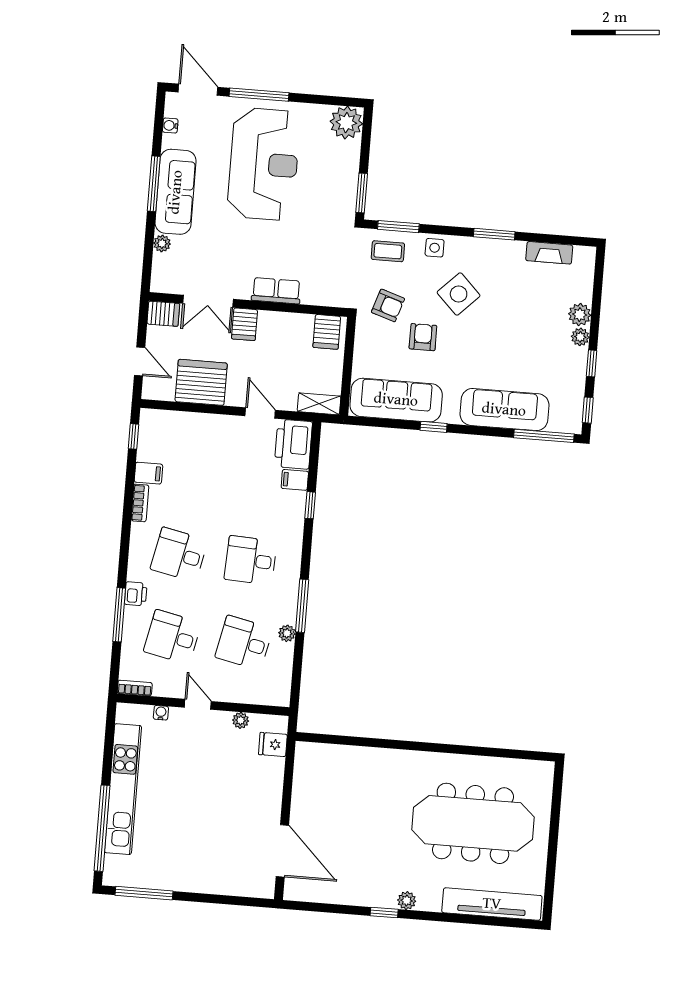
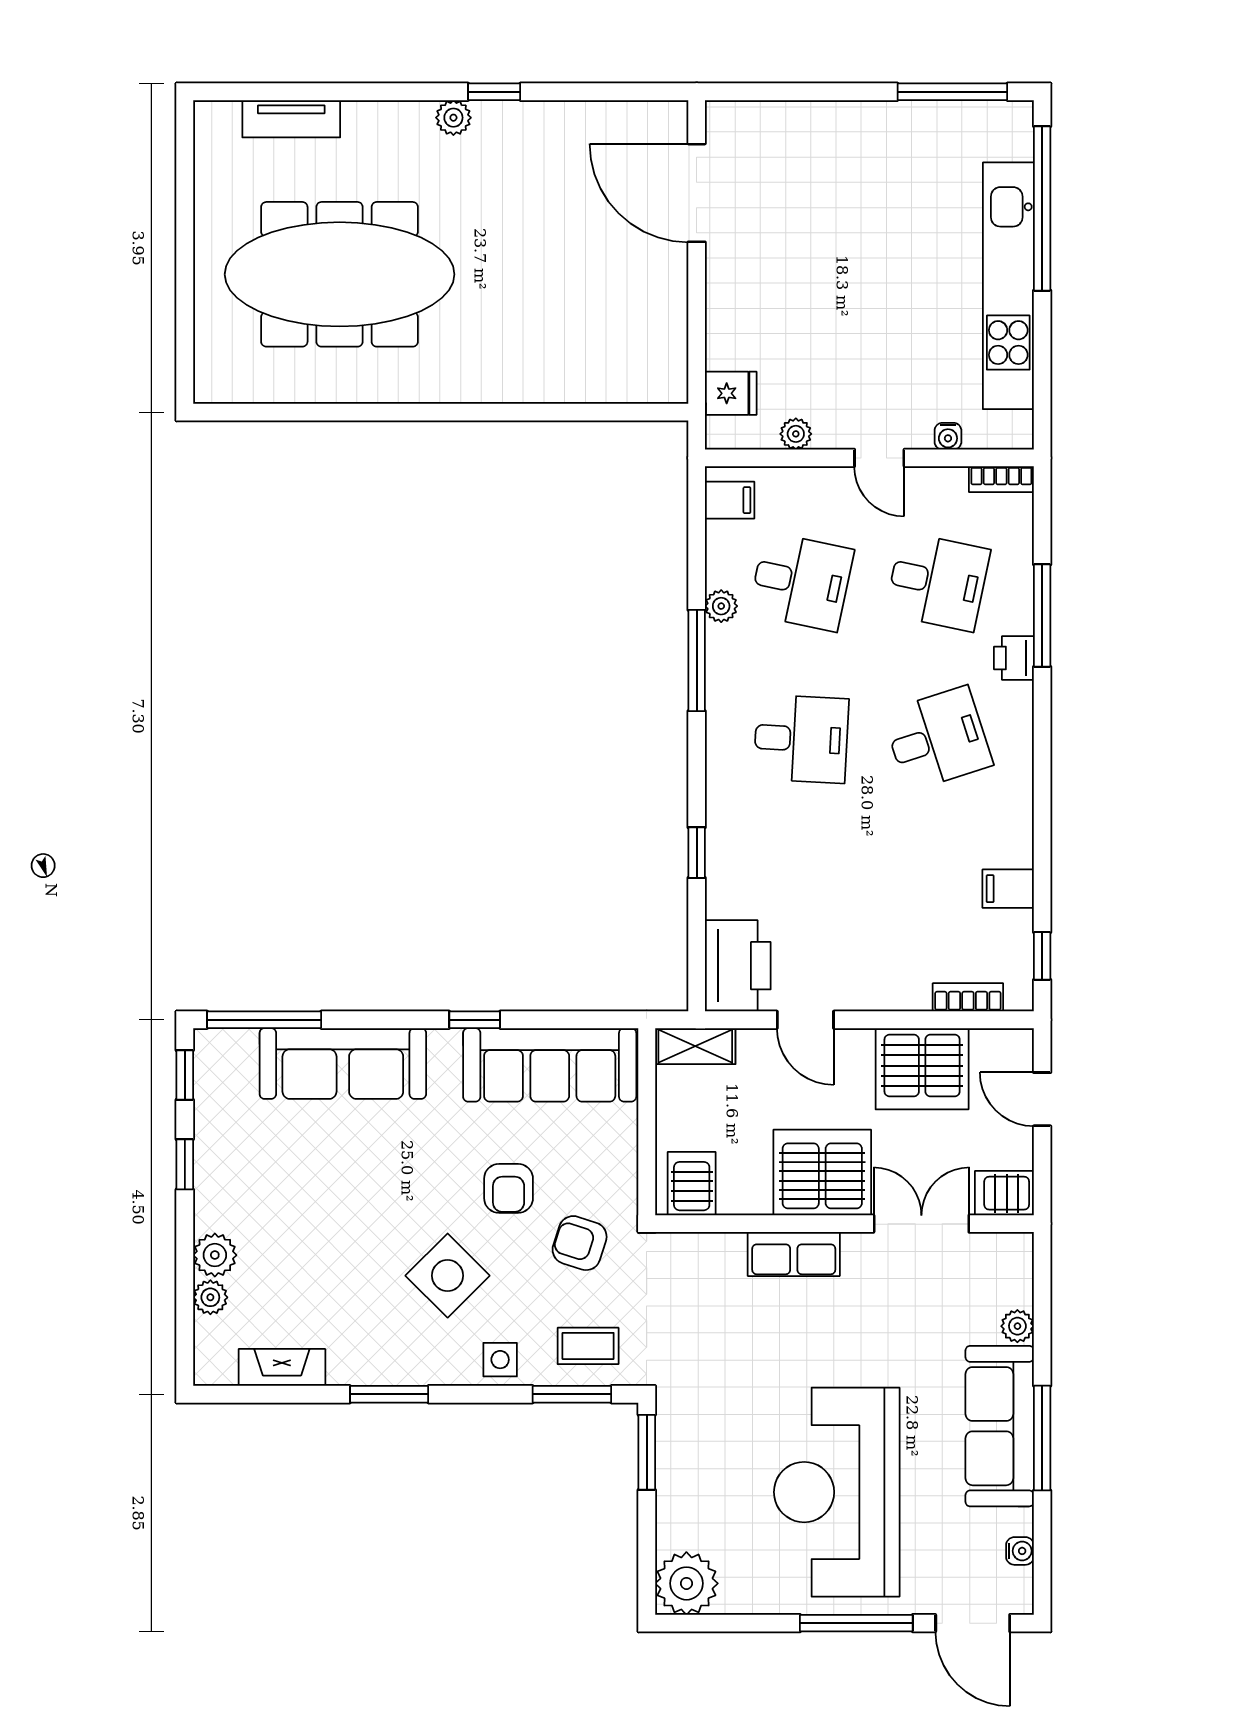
server rack: (245, 324) -> (822, 1173), width x2.18, depth x1.44
plant: (580, 337) -> (210, 1297), moved
filing cabinet: (295, 480) -> (730, 500), moved
bookcase: (140, 503) -> (968, 997), moved, turned 90
desk: (179, 555) -> (938, 739), turned -30
tv unit: (492, 904) -> (291, 119), width x0.52, depth x0.78

